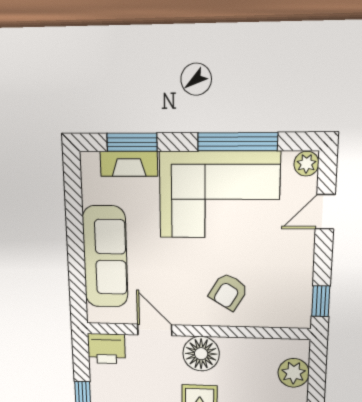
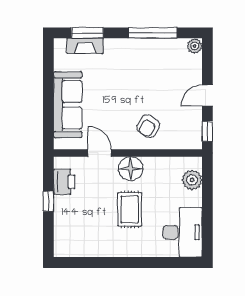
corner sofa: (219, 195) -> (142, 65), removed
door: (325, 212) -> (207, 96), moved
printer: (106, 349) -> (64, 182), moved, turned -90

